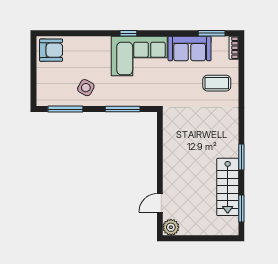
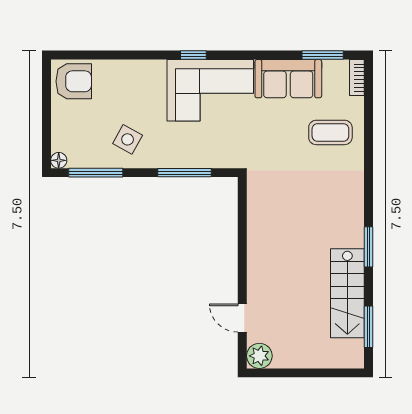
floor lamp: (41, 101) -> (59, 160), added
door: (160, 203) -> (242, 318), hinge flipped

